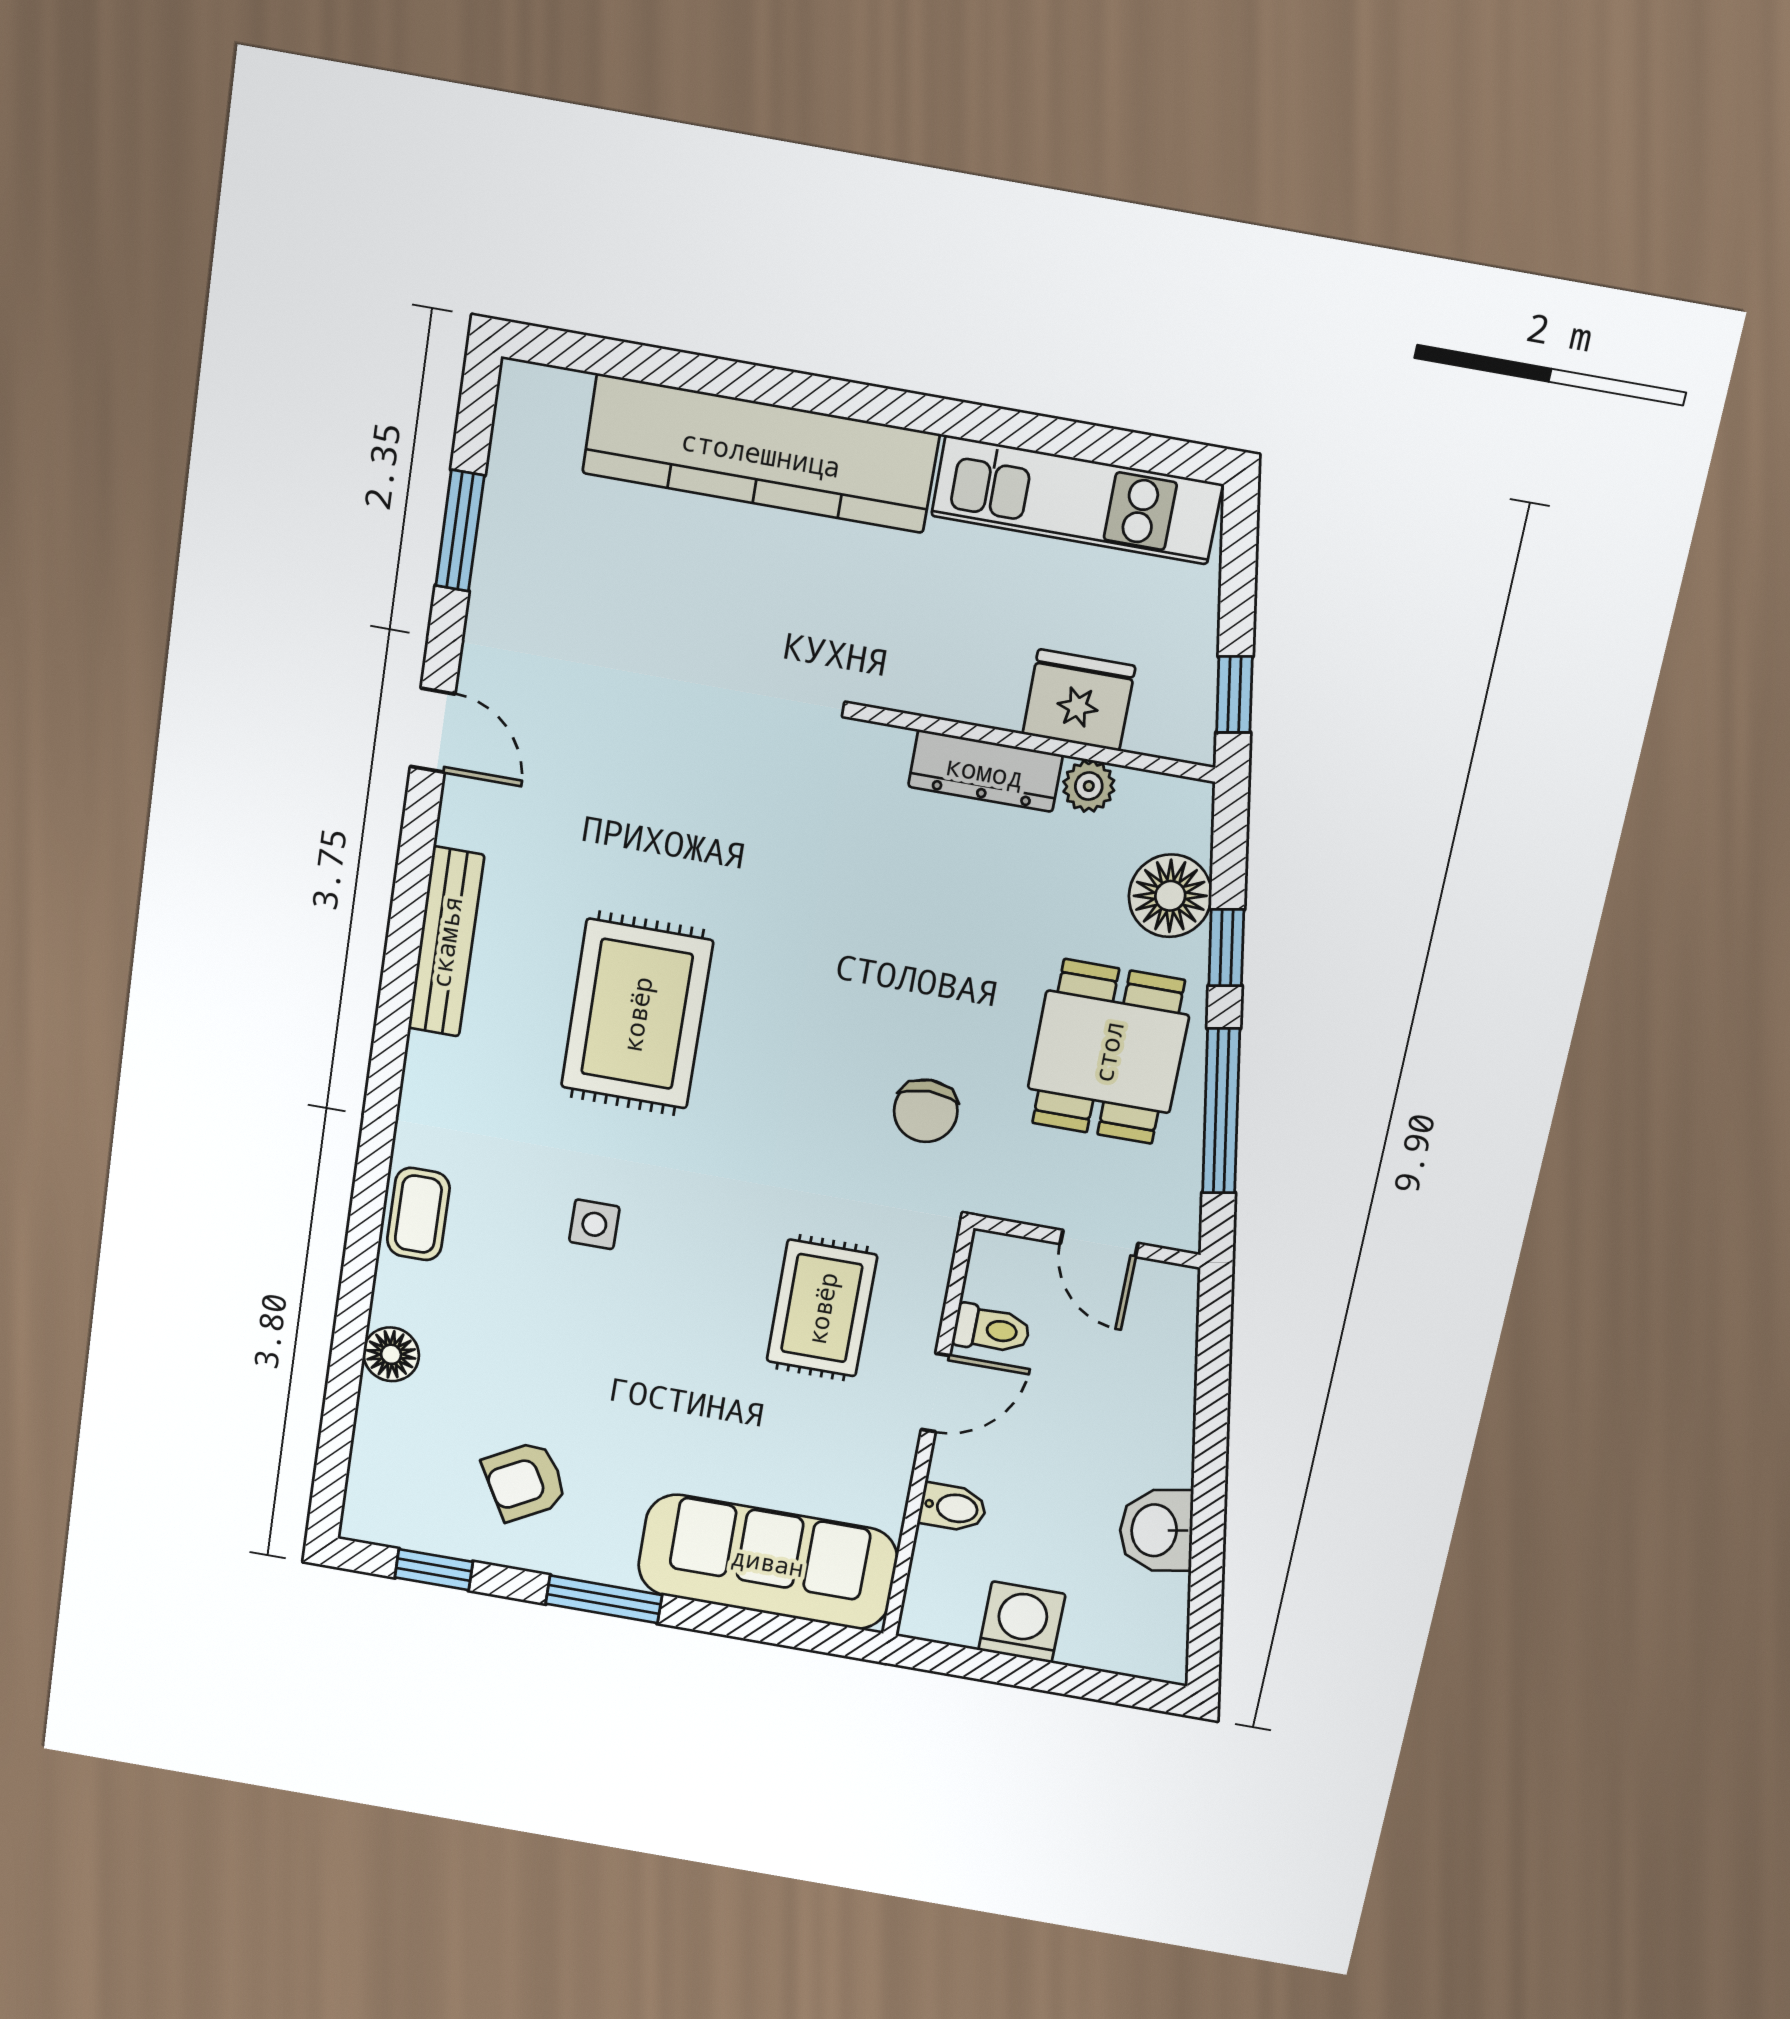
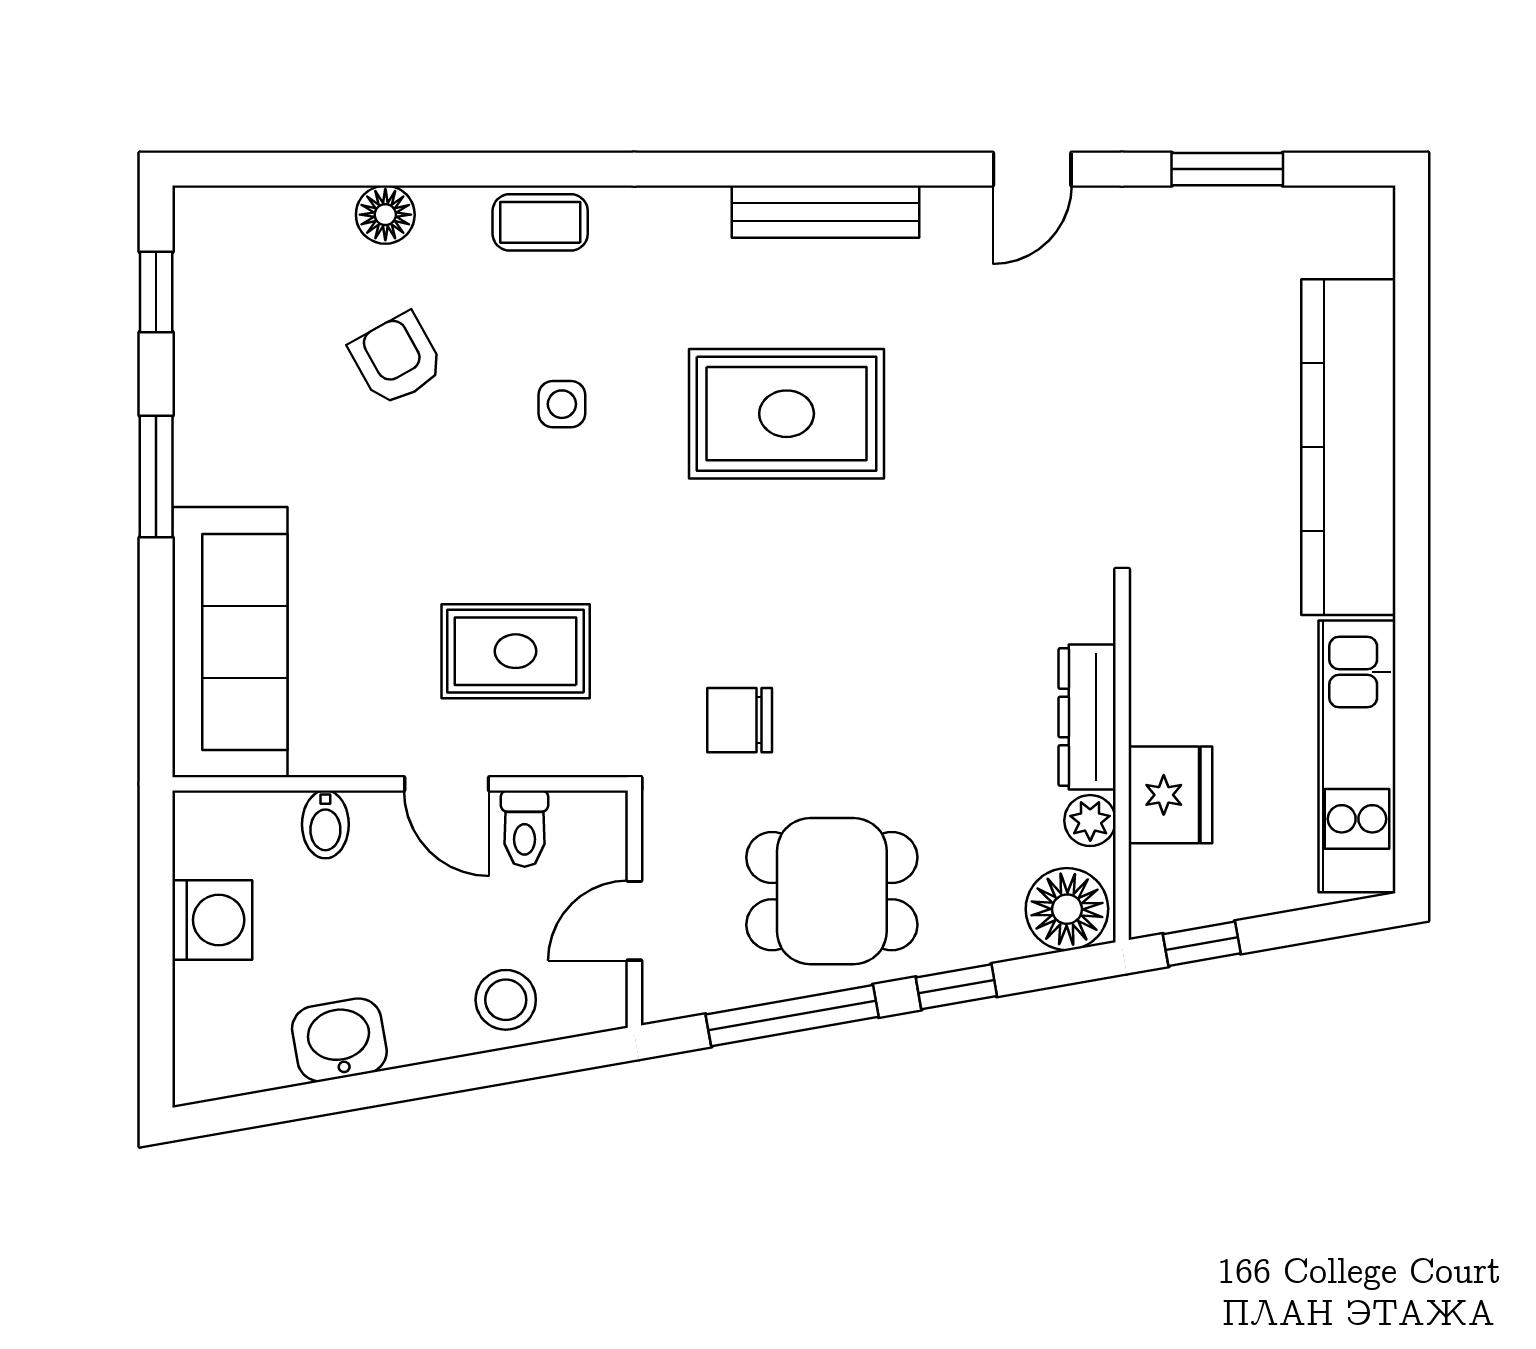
floor lamp: (1170, 896) -> (1067, 909), moved
stool: (1150, 1375) -> (506, 1000), added
armchair: (525, 1481) -> (397, 359), moved

